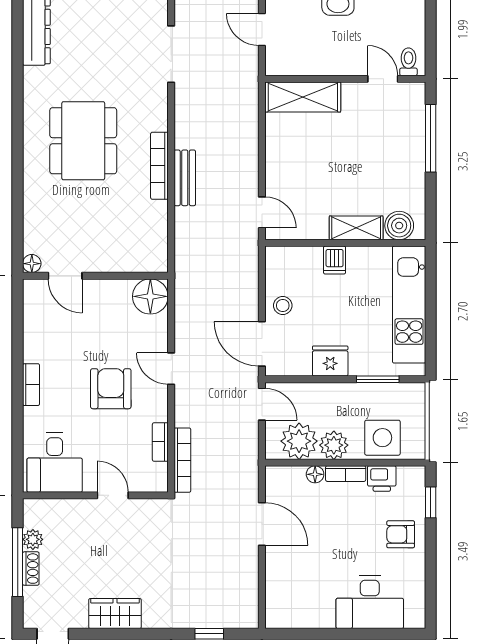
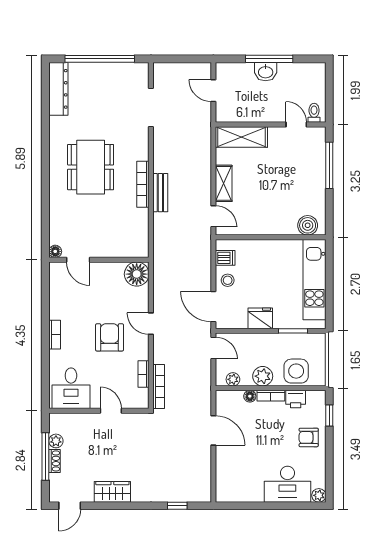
shelving: (356, 228) -> (224, 183), moved, turned 90
dishwasher: (335, 260) -> (225, 258), moved, turned -90
plant: (299, 441) -> (233, 379), width x0.53, depth x0.53
plant: (415, 619) -> (319, 495), added

